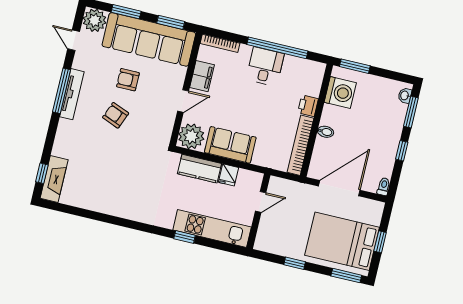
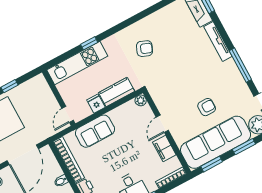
tv unit: (72, 94) -> (218, 42), moved
armchair: (116, 115) -> (144, 49), moved
plant: (191, 136) -> (141, 100), width x0.53, depth x0.53
sofa: (230, 145) -> (95, 131), moved
door: (261, 202) -> (68, 114), moved

